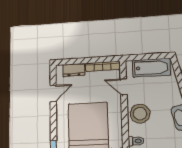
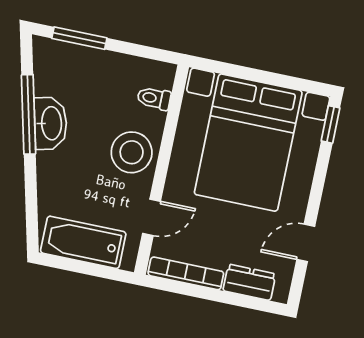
door: (124, 87) -> (152, 217), hinge flipped

